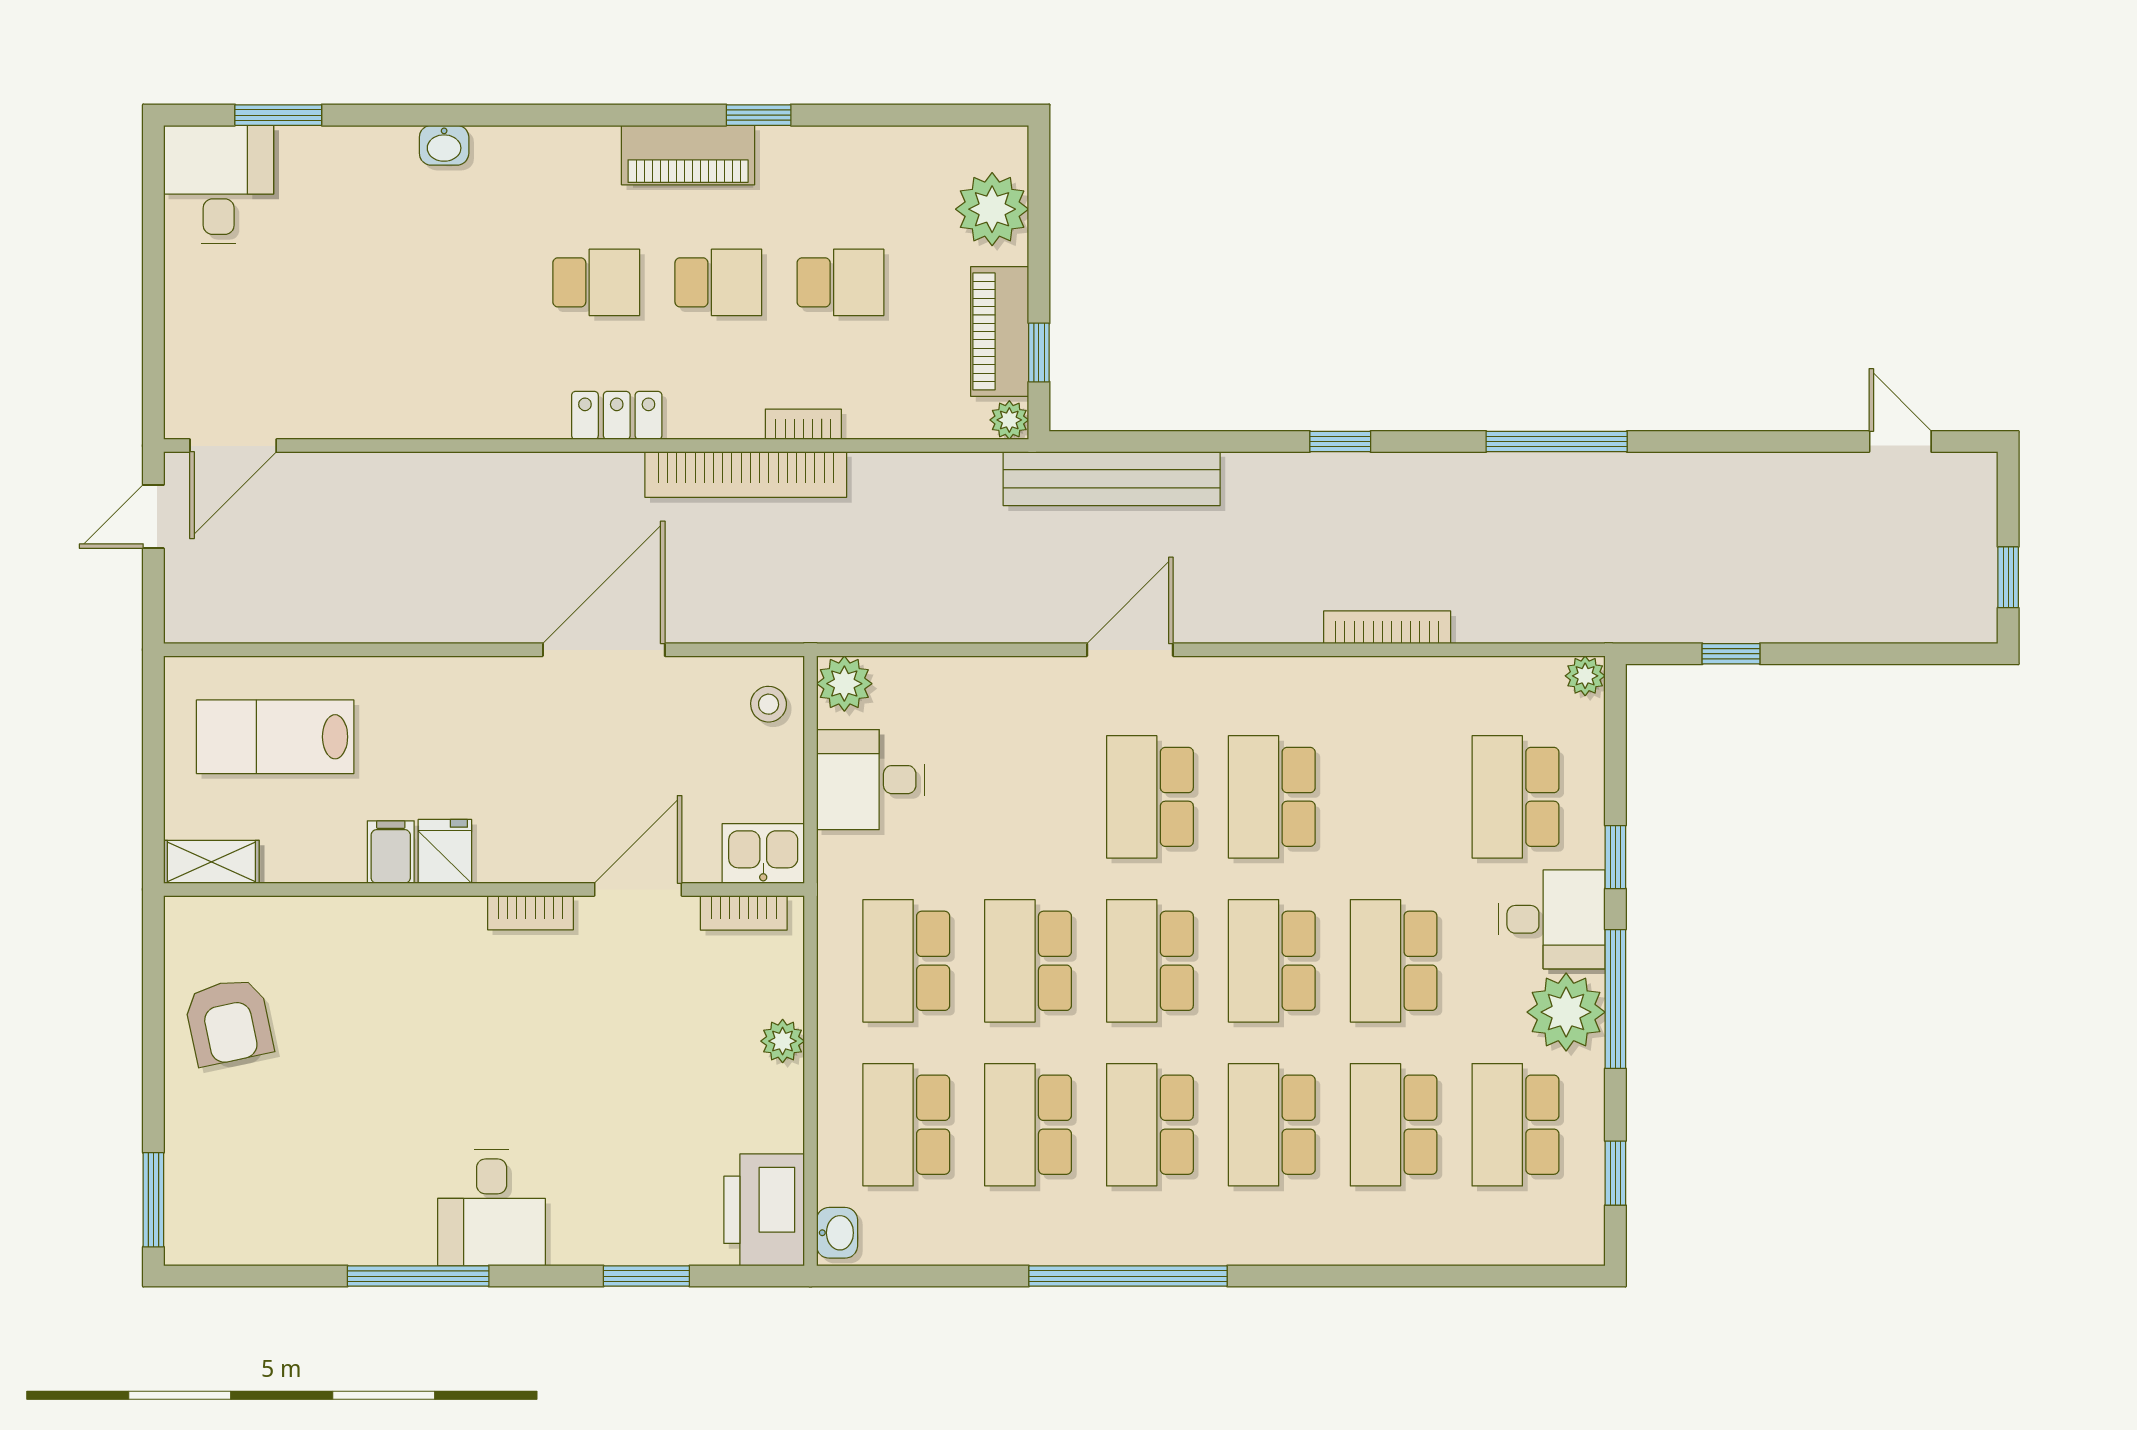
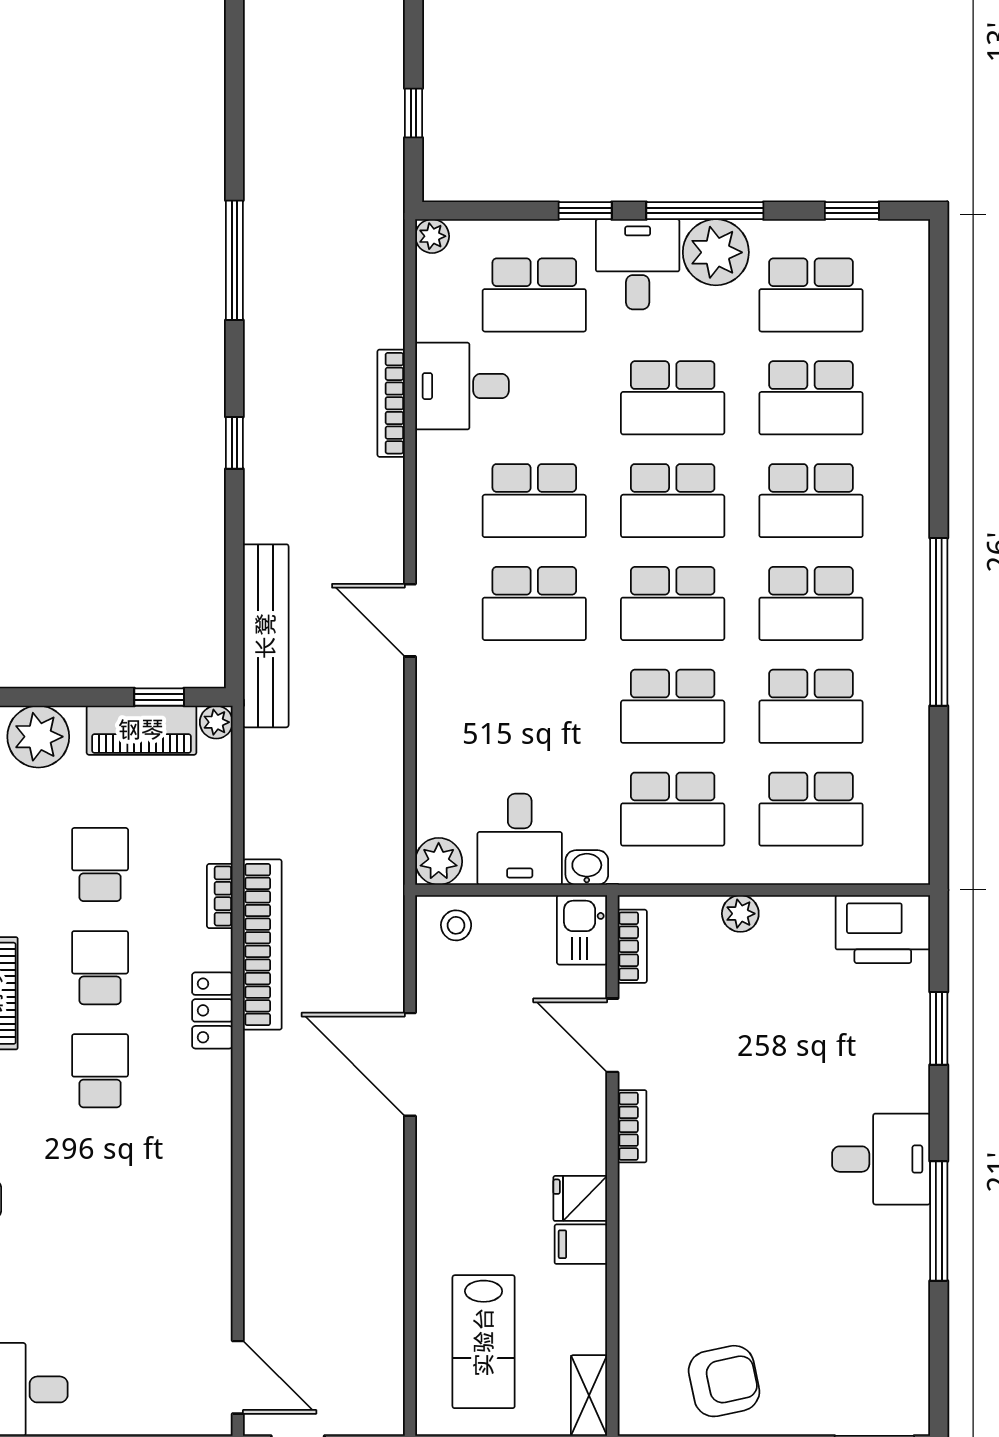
locker: (617, 415) -> (212, 1010), moved
desk: (1408, 711) -> (462, 386), added
washbasin: (837, 1233) -> (587, 868), moved

